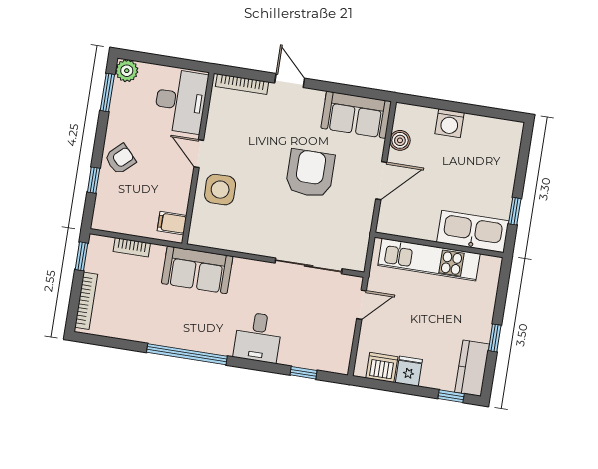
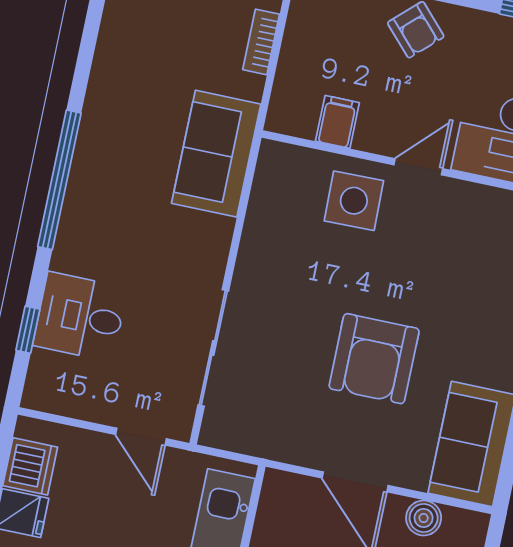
armchair: (310, 173) -> (374, 359), turned 90
filing cabinet: (172, 223) -> (337, 122), moved
desk: (258, 337) -> (80, 317), moved
window: (187, 354) -> (59, 180), moved

